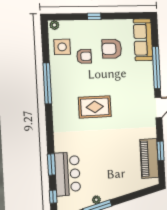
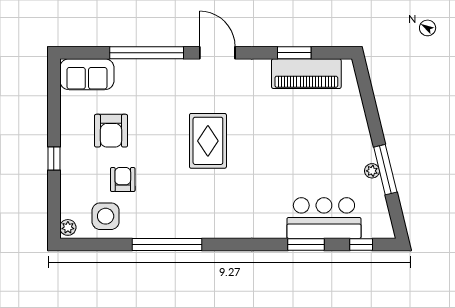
sofa: (143, 40) -> (87, 74), width x0.73
rug: (95, 107) -> (208, 141), moved

